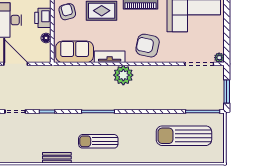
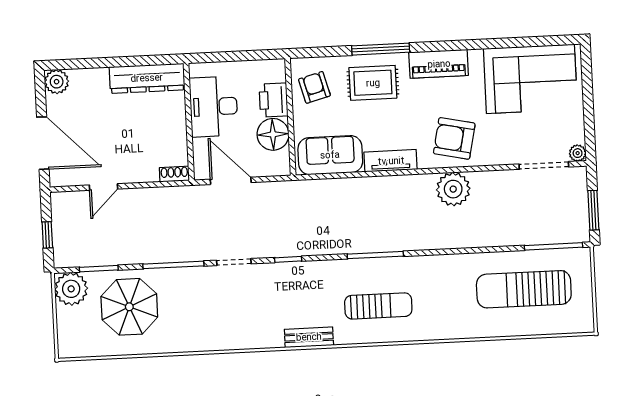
floor lamp: (46, 38) -> (273, 134), width x1.89, depth x1.89
plant: (123, 75) -> (453, 189), moved
sun lounger: (98, 141) -> (378, 306), turned 180

